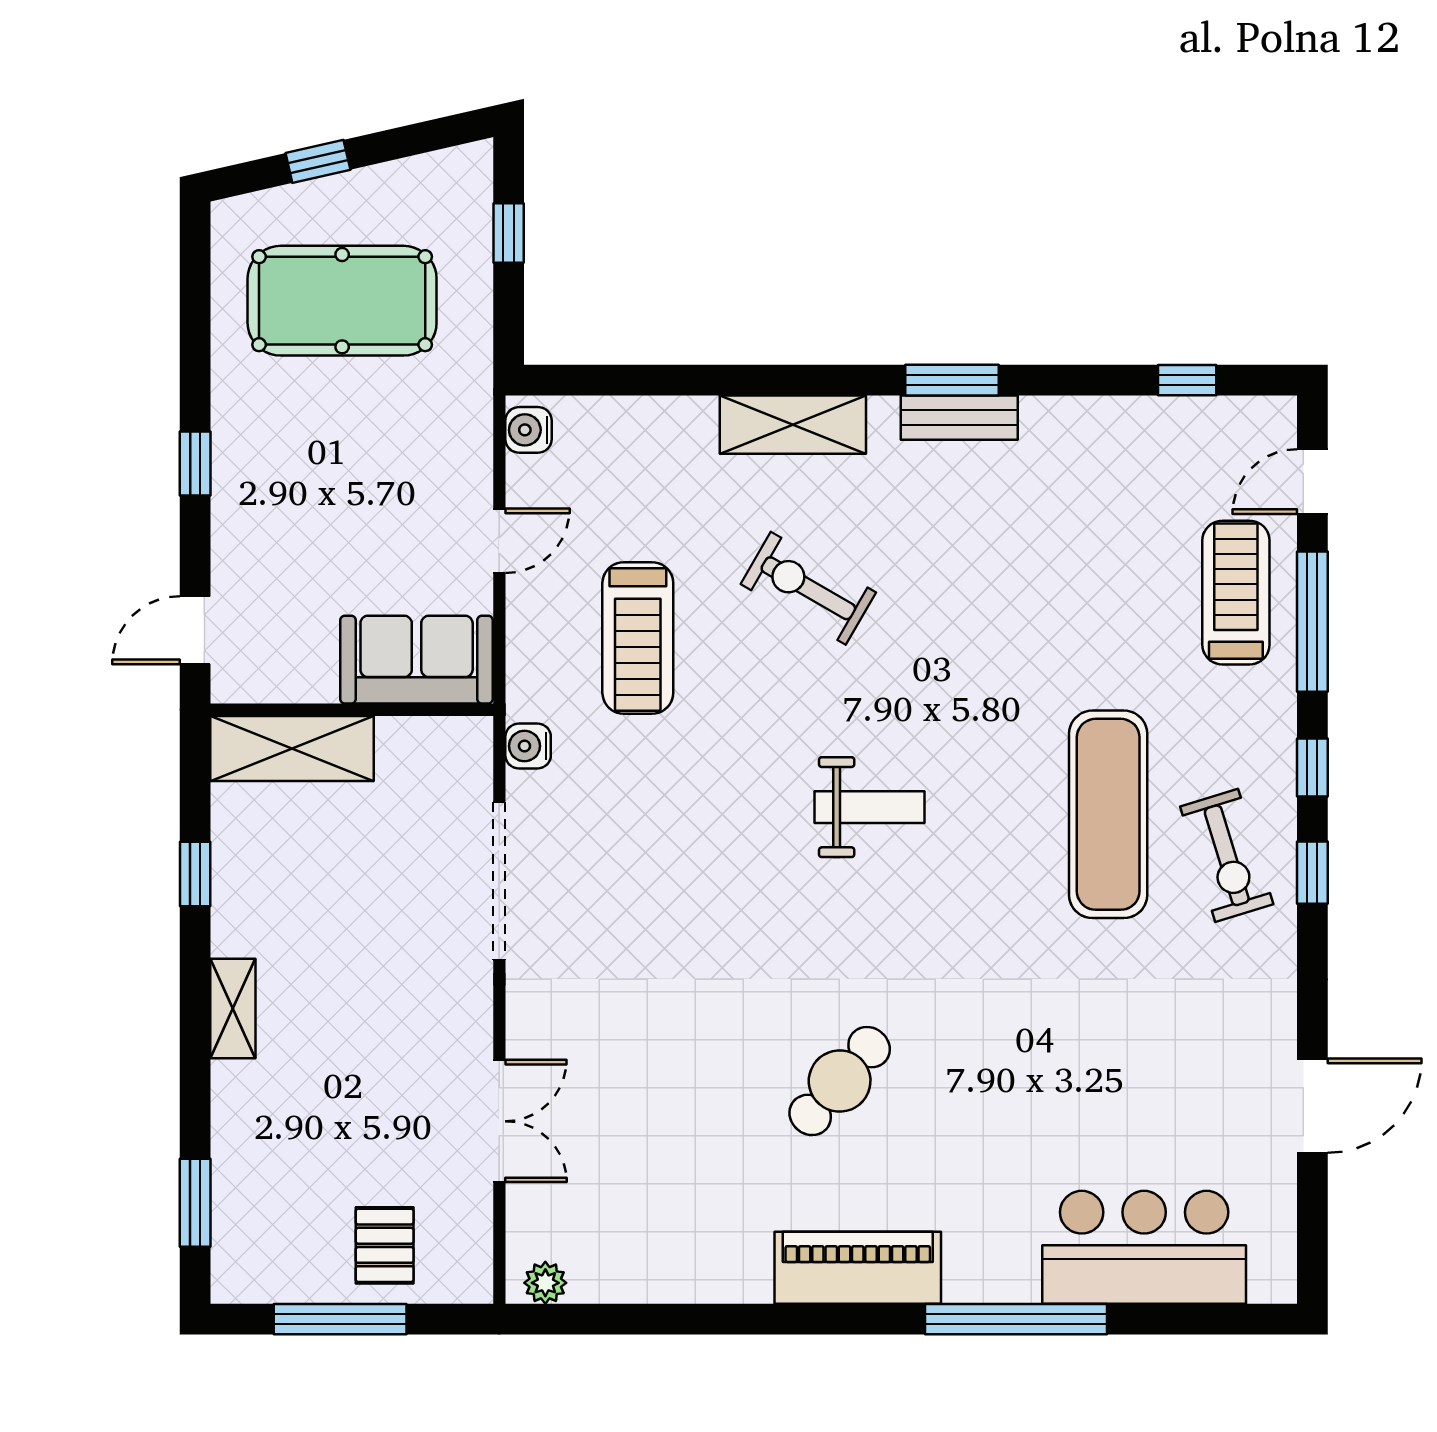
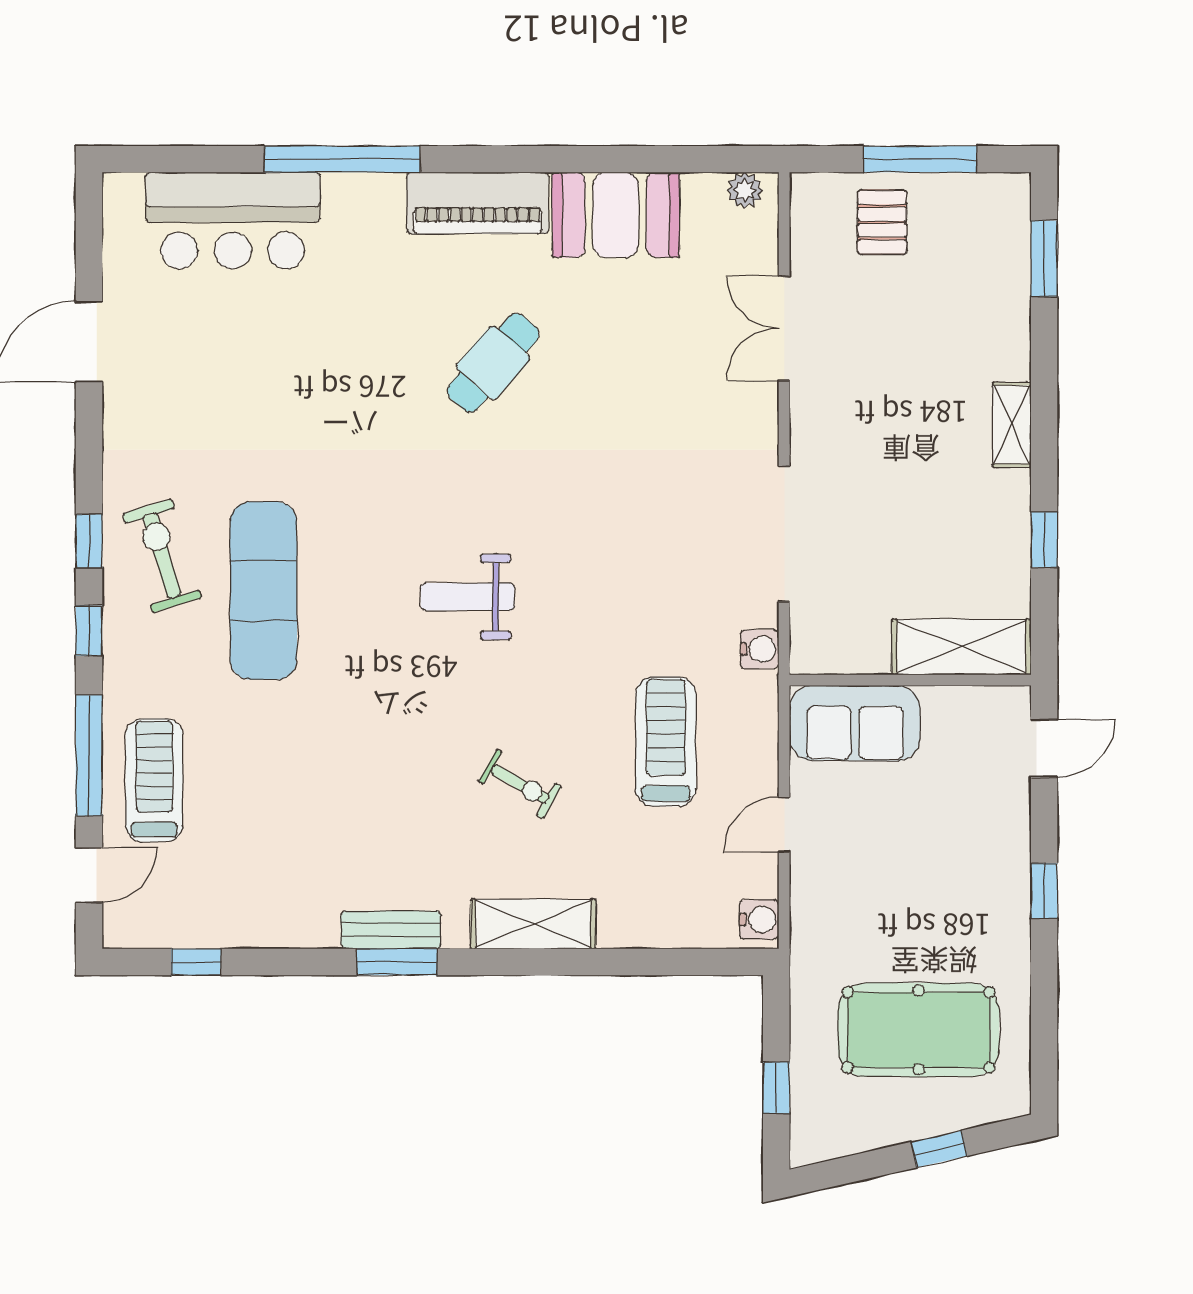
exercise bike: (808, 588) -> (520, 784), width x0.73, depth x0.72
treadmill: (1236, 593) -> (154, 780), turned 180
booth: (696, 1254) -> (616, 215), added

